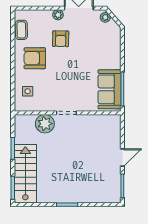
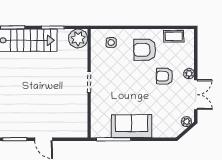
armchair: (35, 58) -> (145, 50), turned -90
sofa: (110, 89) -> (131, 126), moved
plant: (45, 124) -> (78, 39), moved

